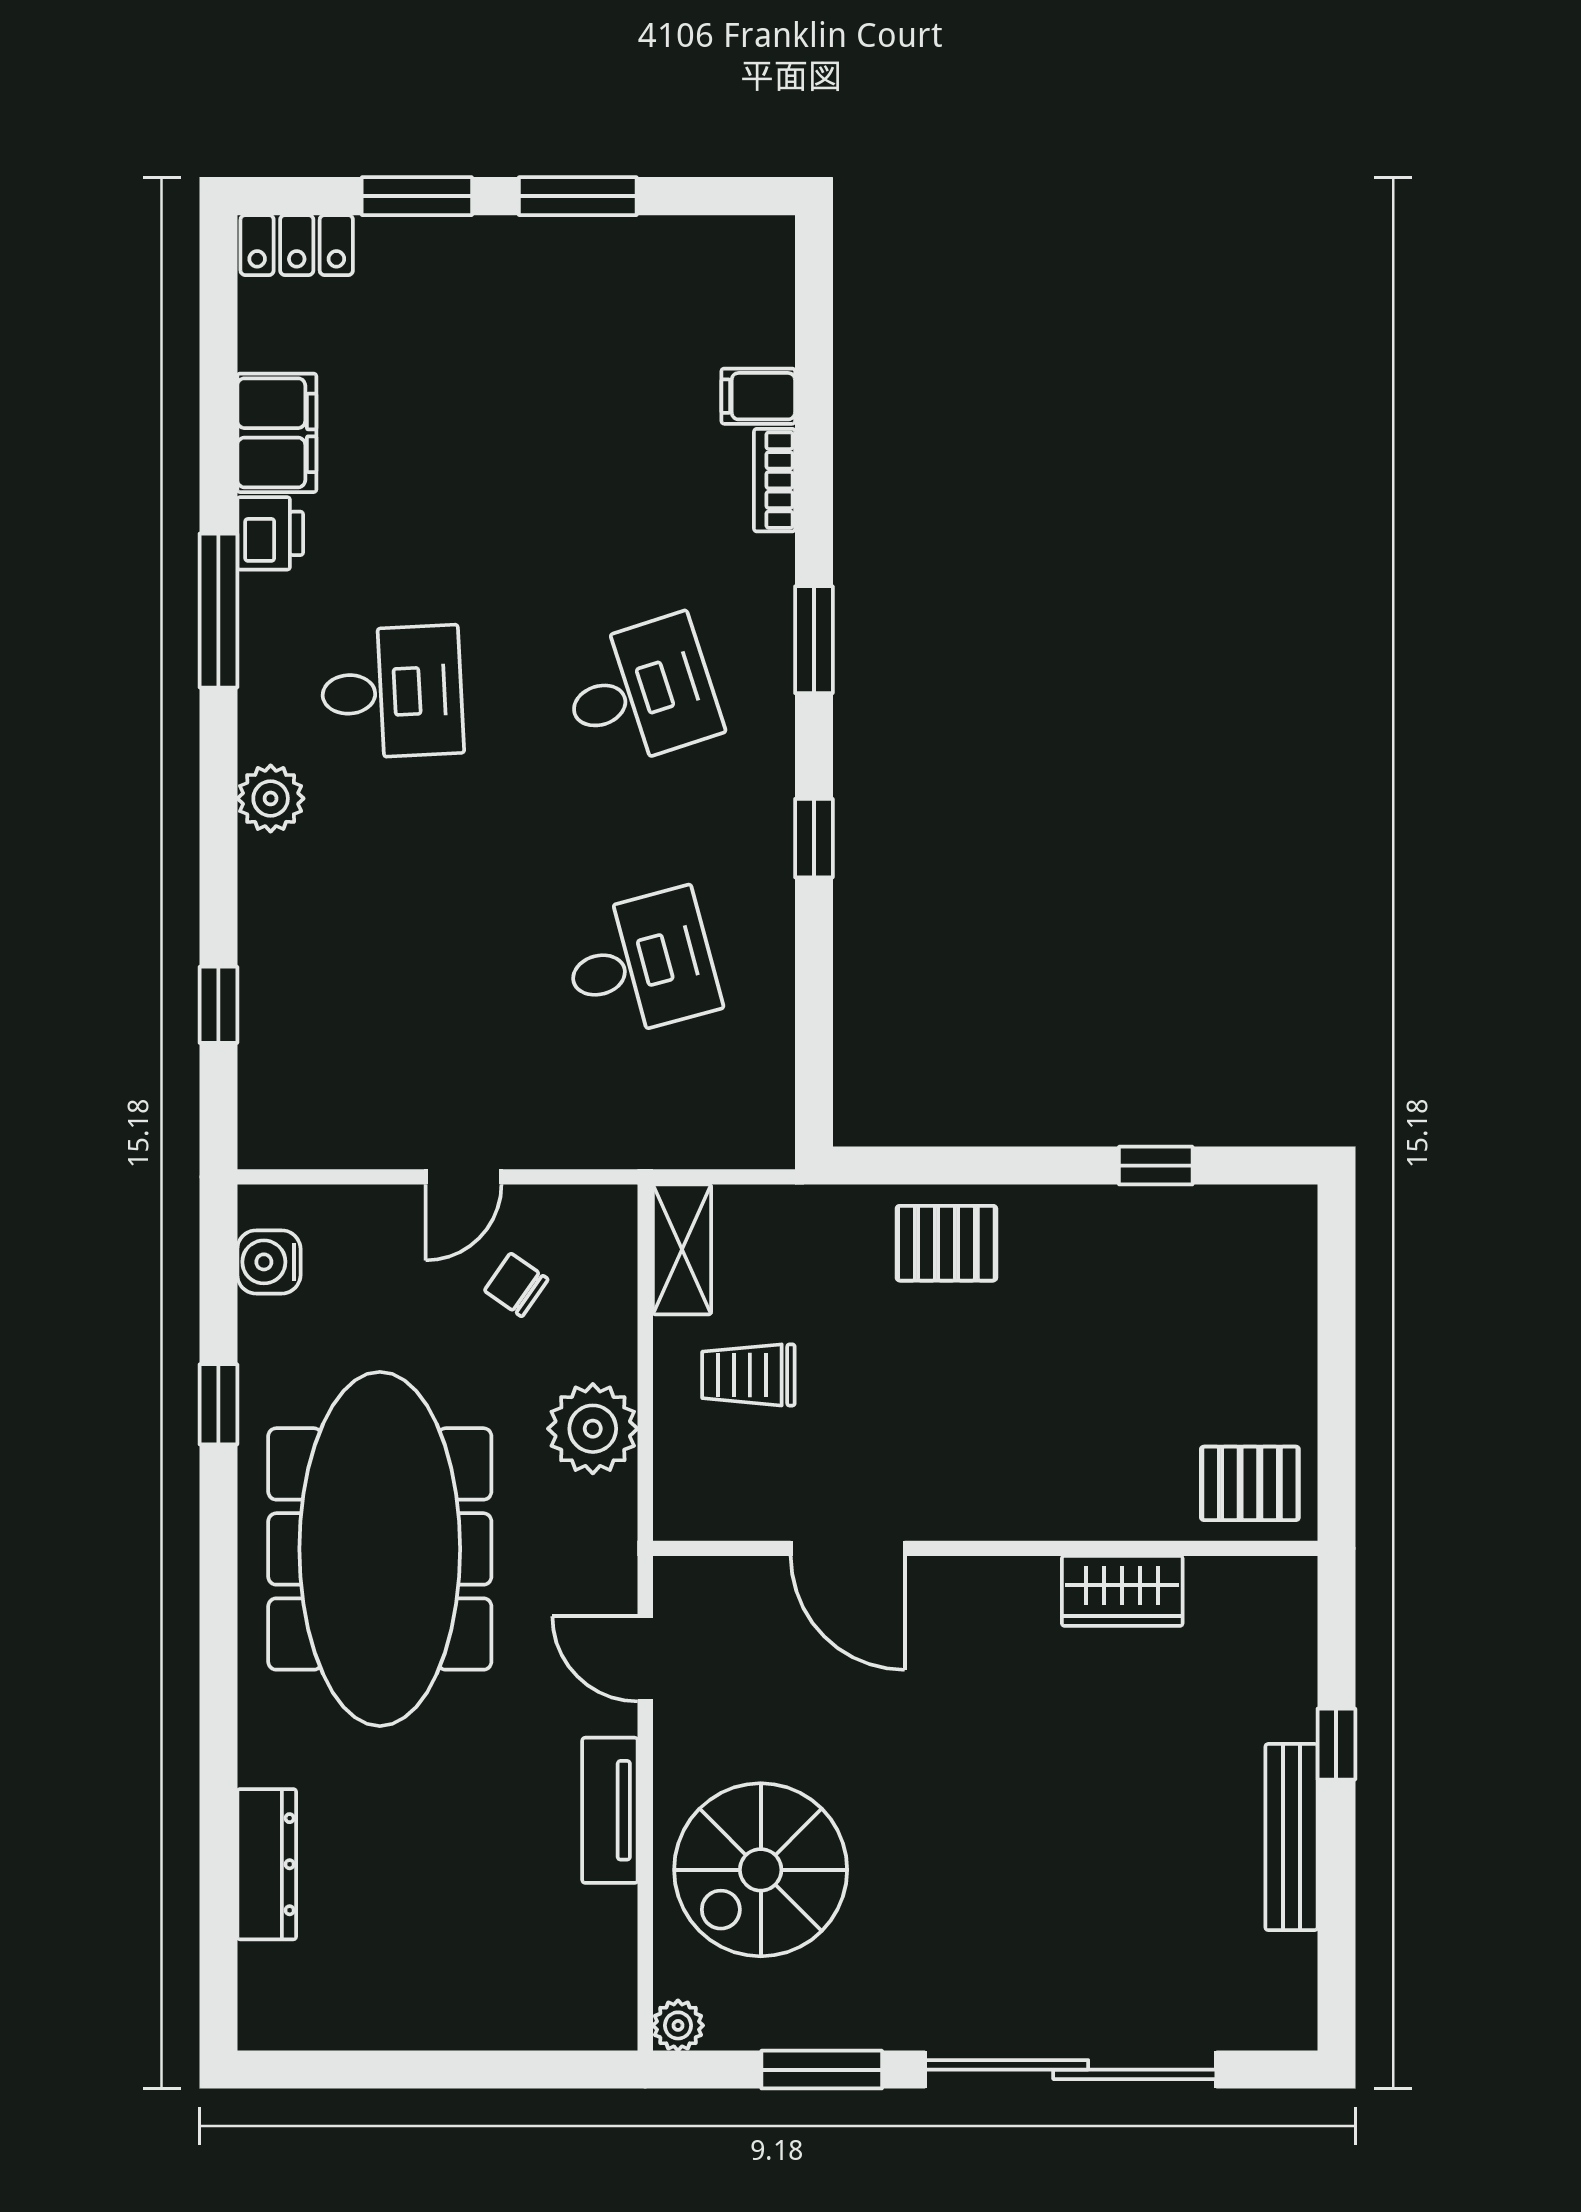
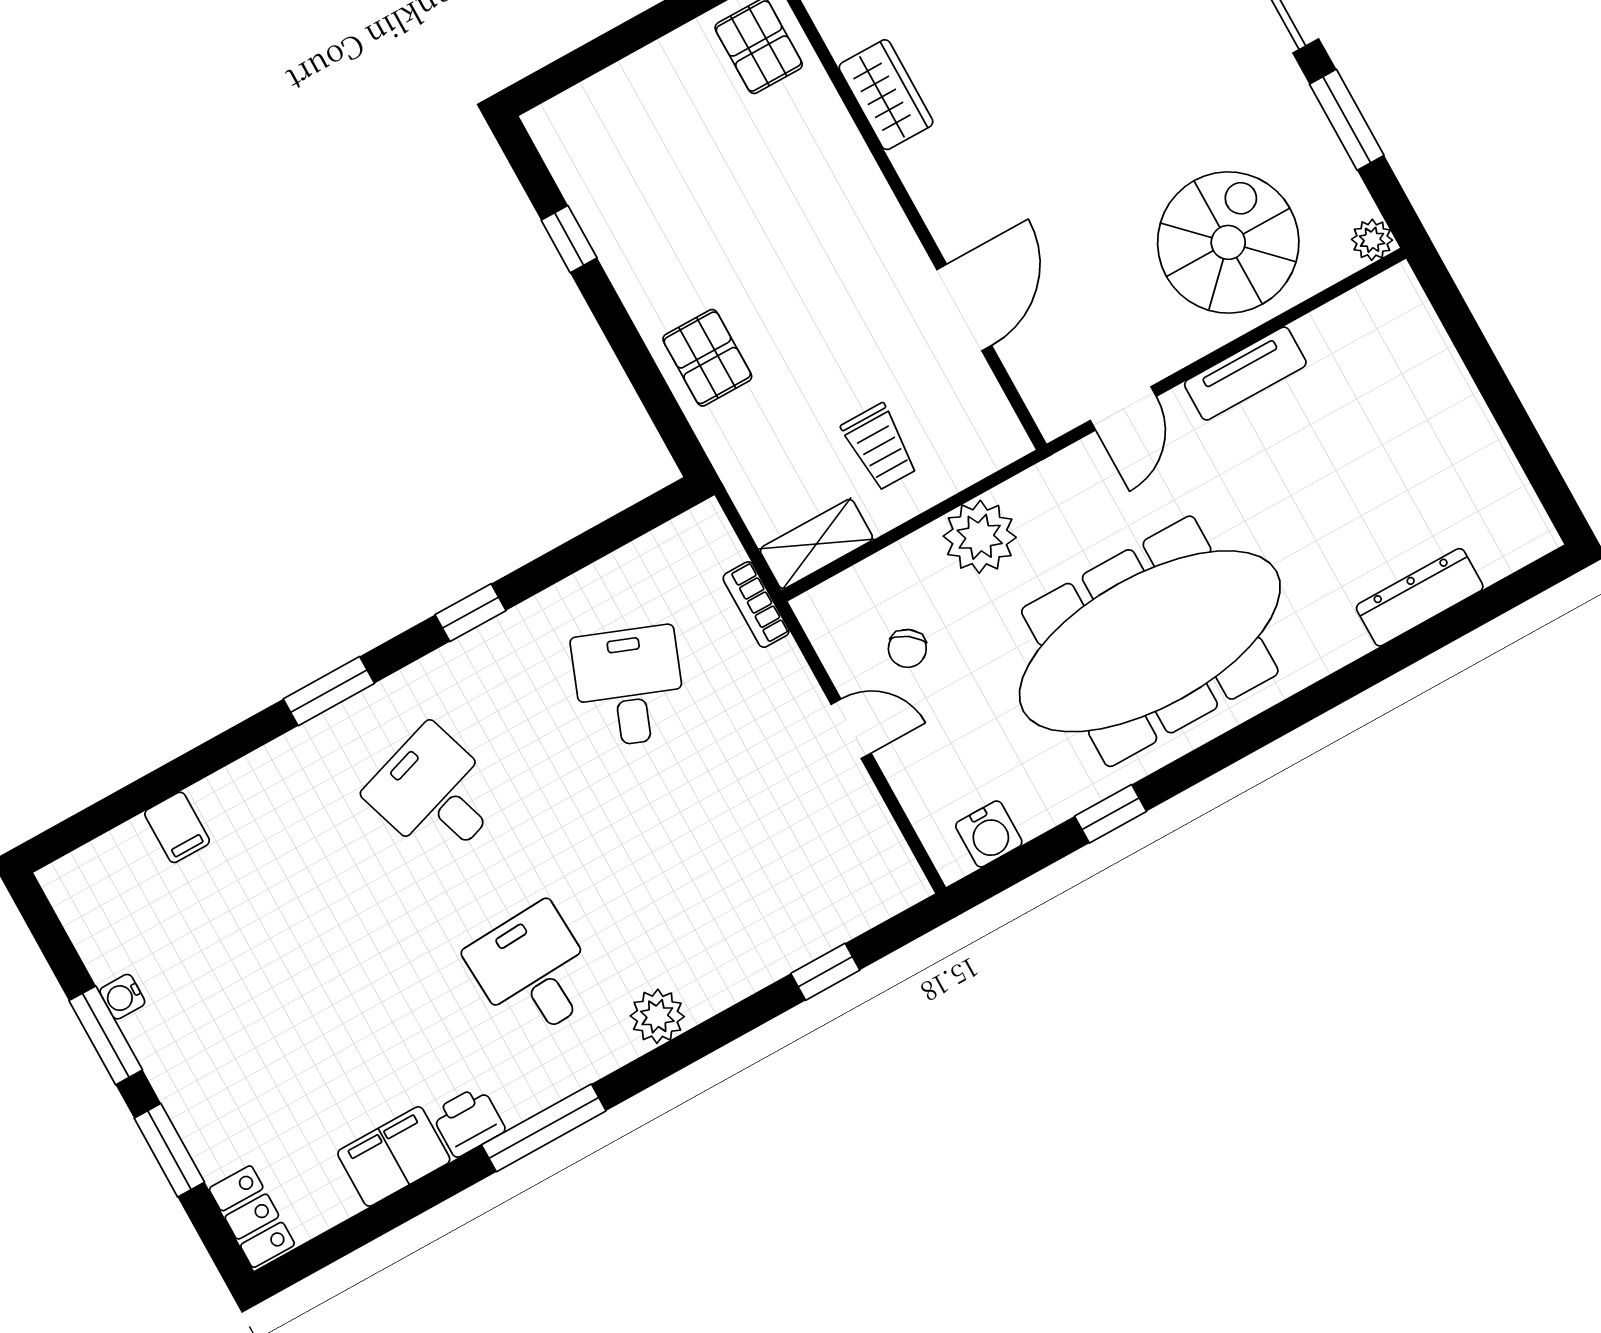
water cooler: (609, 237) -> (122, 997), added
bookcase: (775, 480) -> (756, 605), moved, turned 90
desk: (640, 964) -> (629, 687), turned 36
spiral stairs: (761, 1870) -> (1228, 242), turned -90

